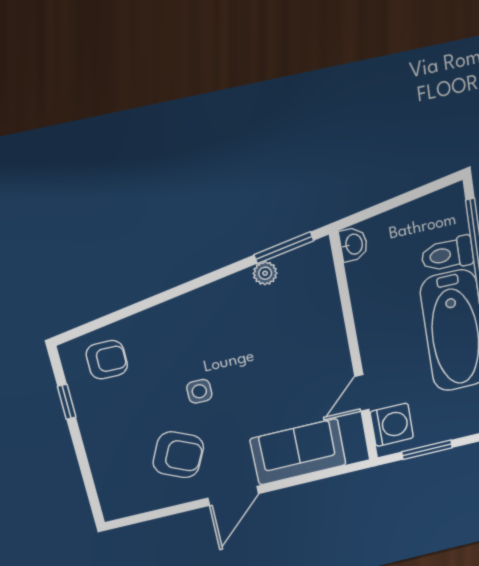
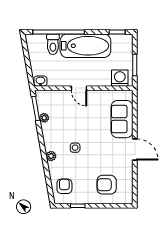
plant: (174, 311) -> (51, 156), added
side table: (199, 391) -> (75, 148), moved
door: (362, 393) -> (79, 88), moved
armchair: (178, 455) -> (107, 185), moved, turned -115

